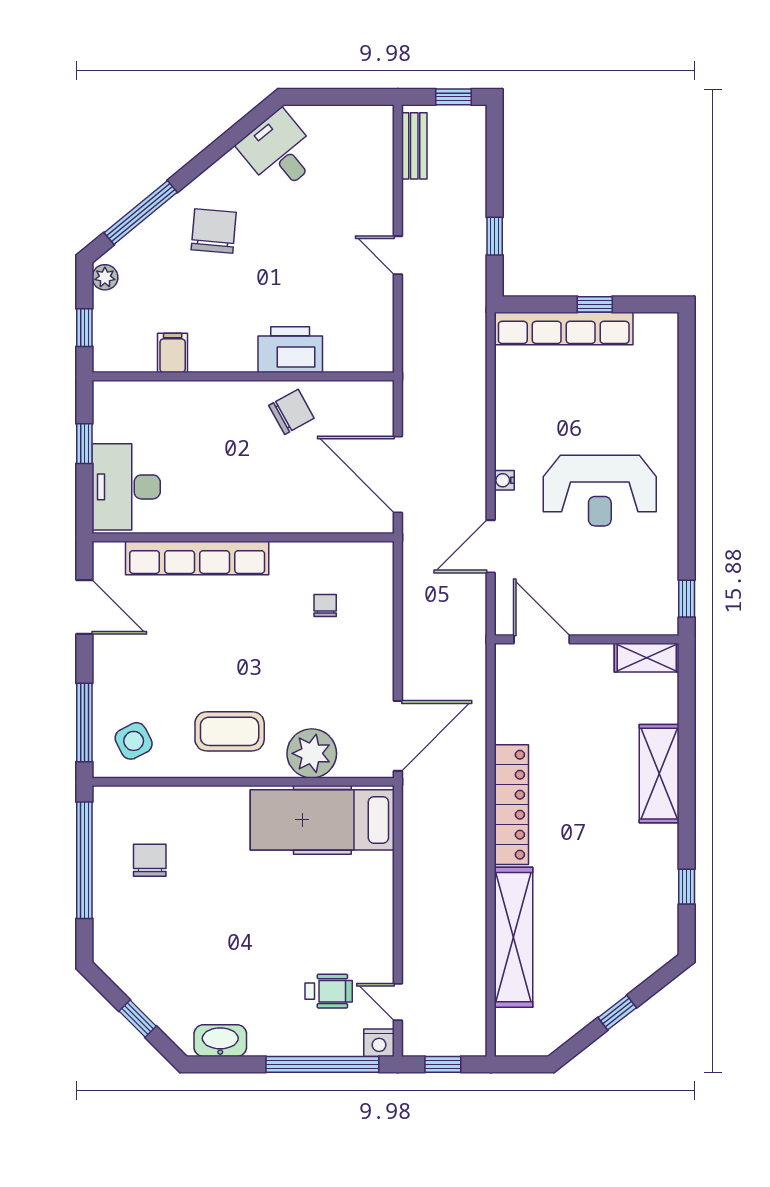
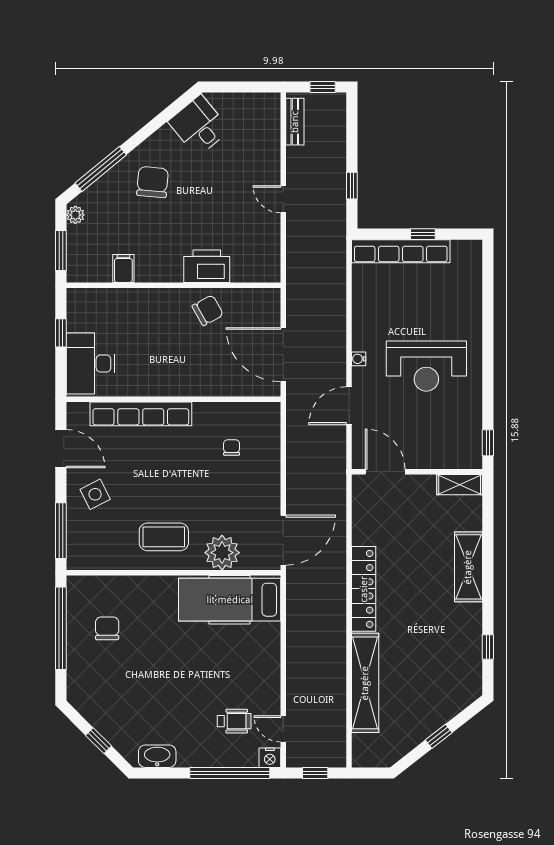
window: (84, 328) -> (61, 251), width x1.50
side table: (134, 741) -> (95, 494), moved

